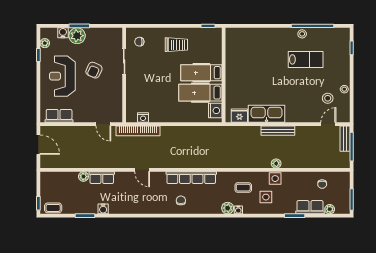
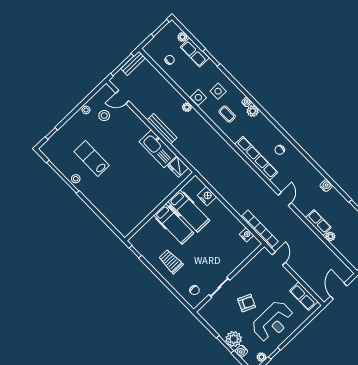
nightstand: (215, 111) -> (207, 196), moved, turned 90
bench: (345, 139) -> (133, 63), moved
water cooler: (103, 209) -> (326, 186), moved

